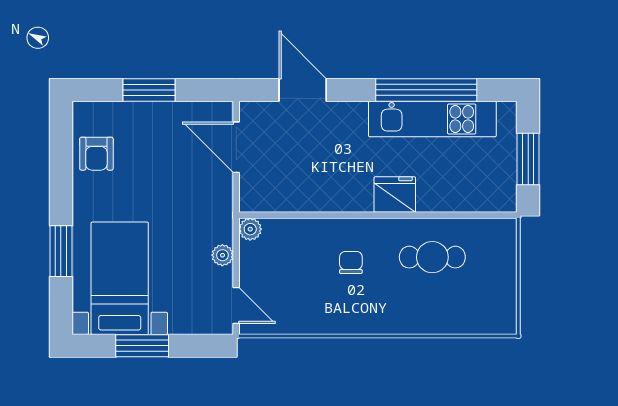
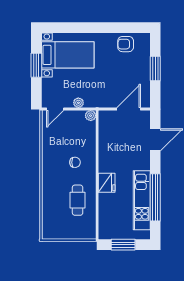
window: (61, 251) -> (80, 28), removed

